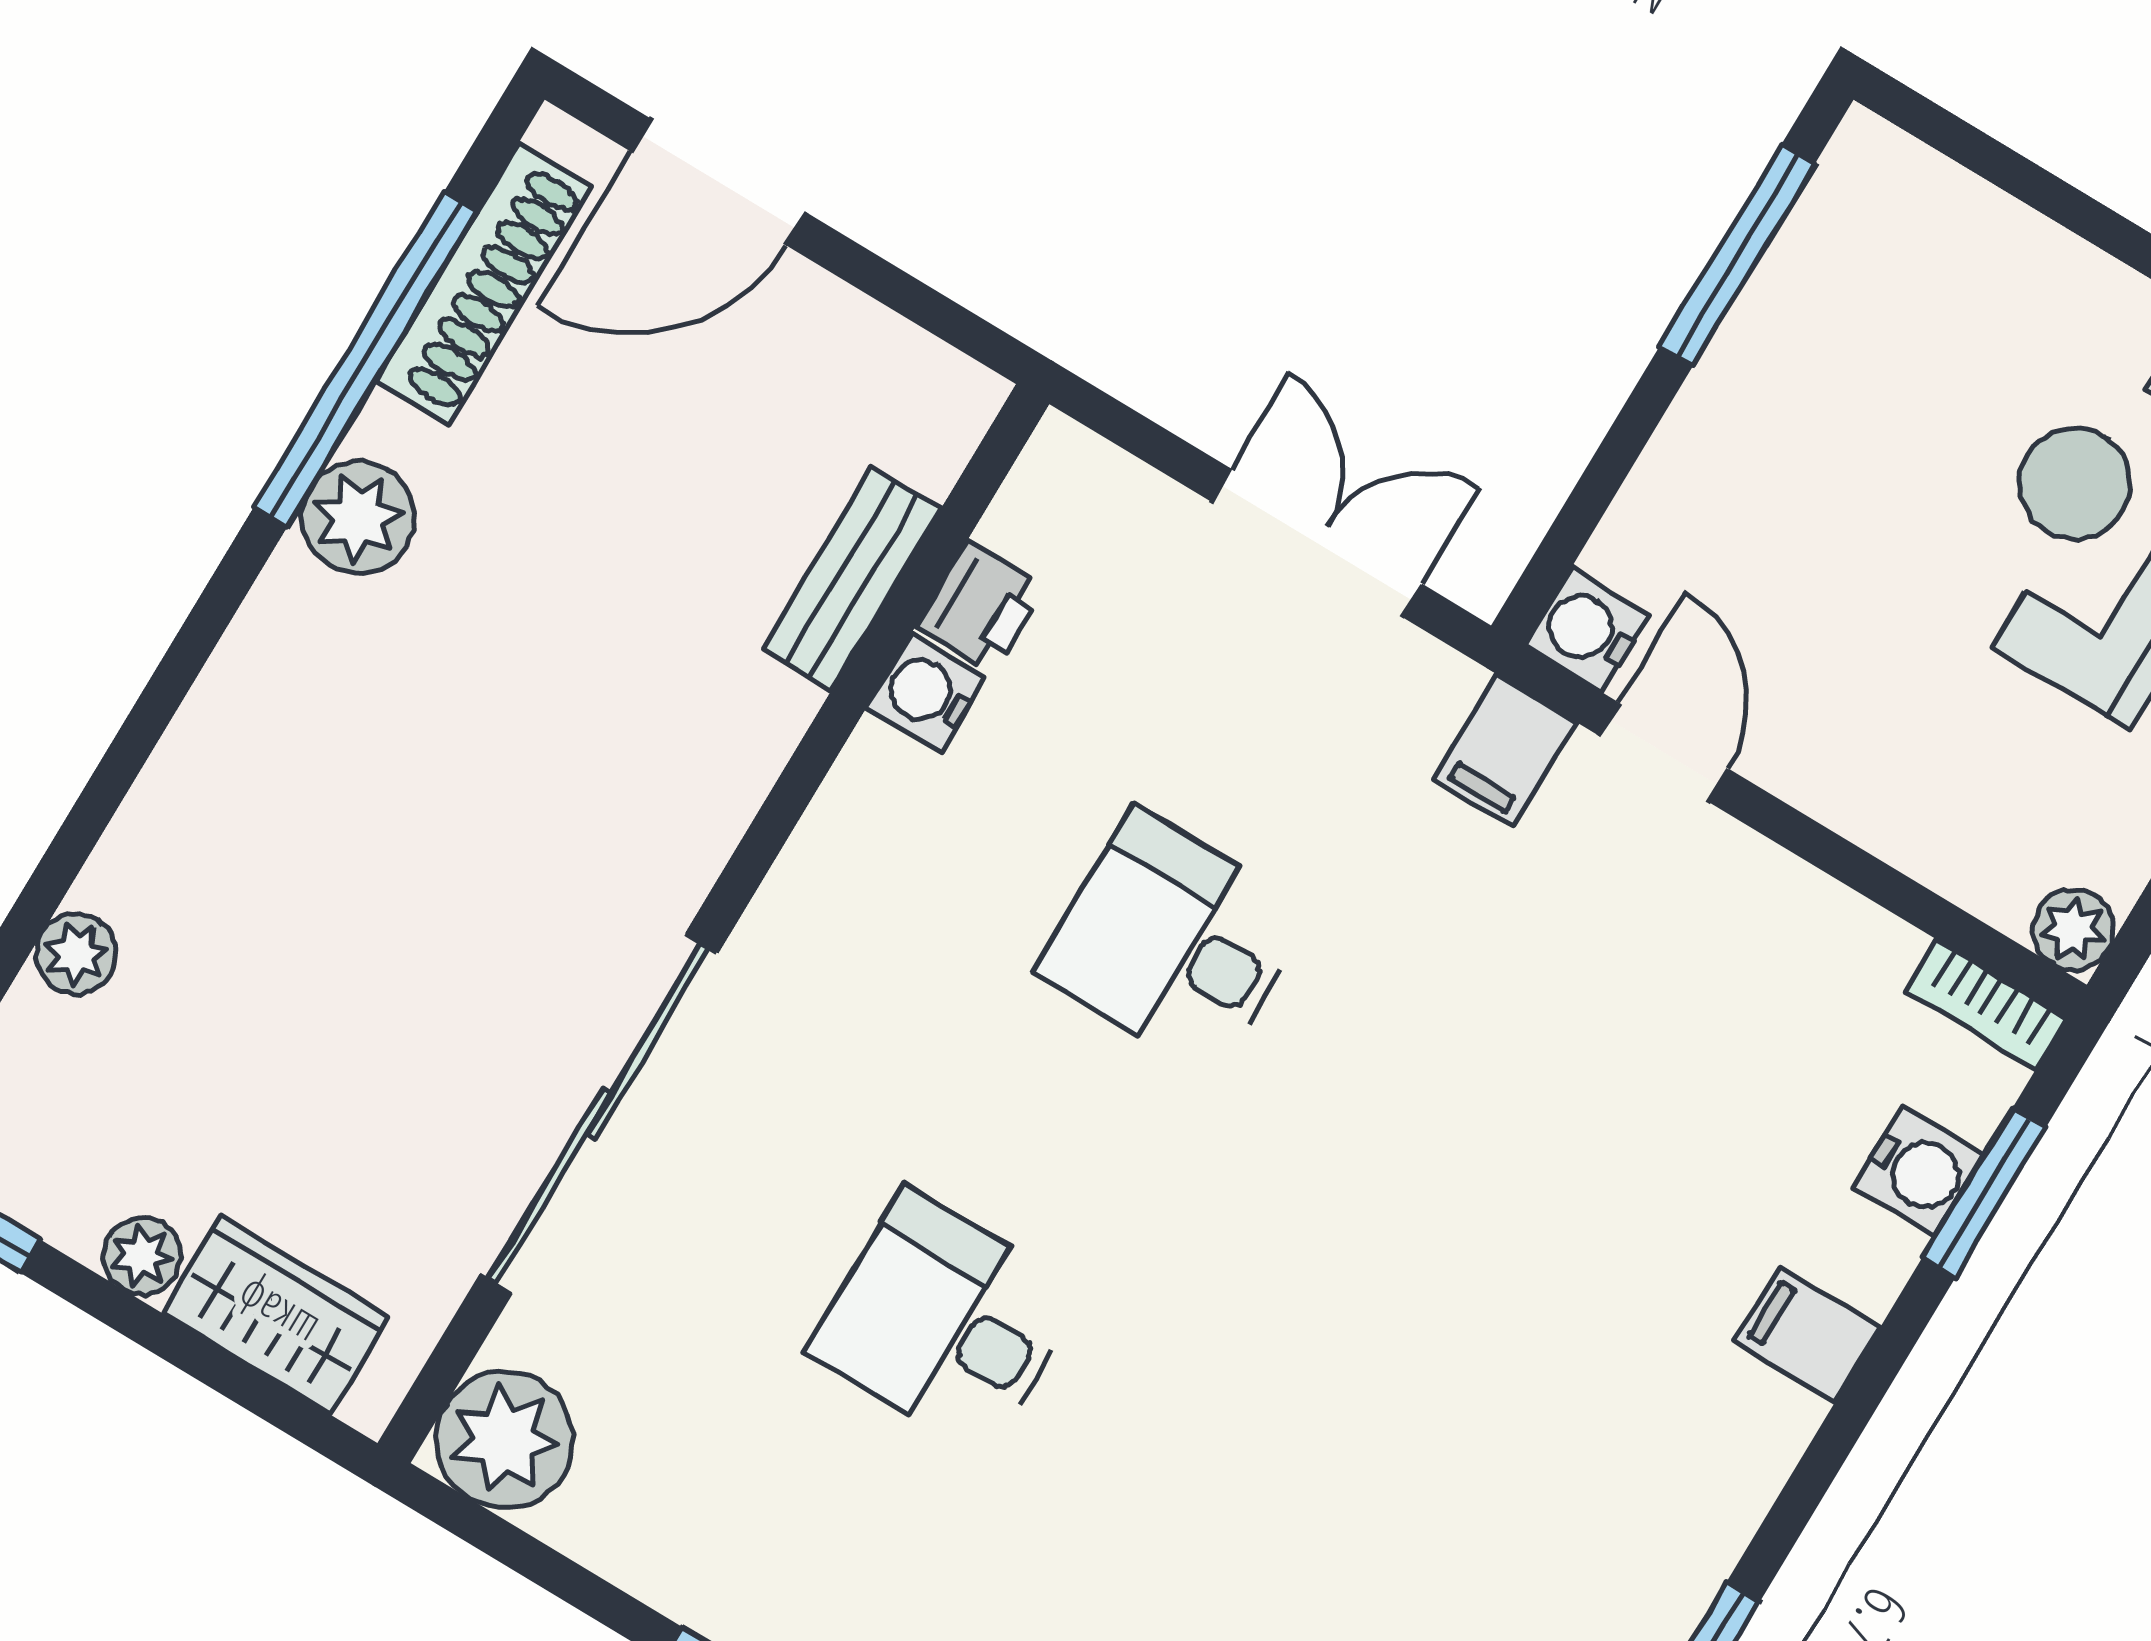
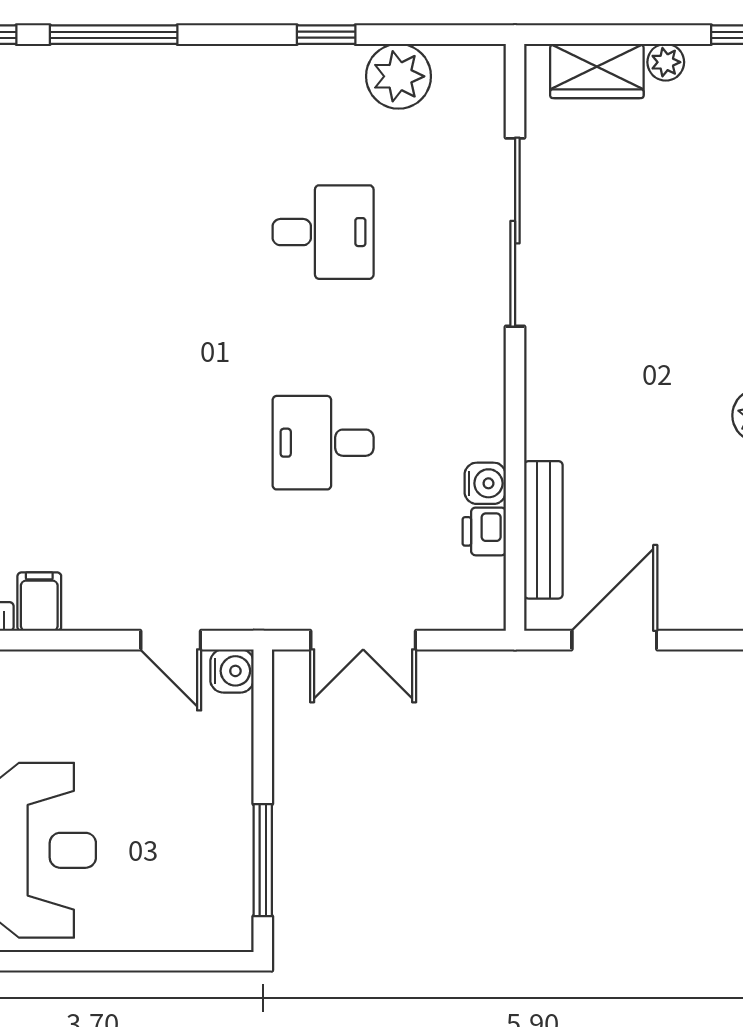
door: (718, 182) -> (614, 640), moved
bench: (852, 579) -> (543, 530), width x1.36
filing cabinet: (1504, 750) -> (39, 602), moved
desk: (1174, 942) -> (323, 443), turned 180
plant: (504, 1440) -> (399, 76), moved

